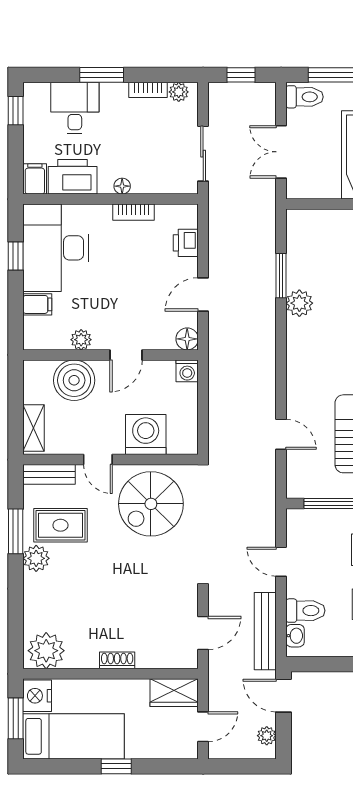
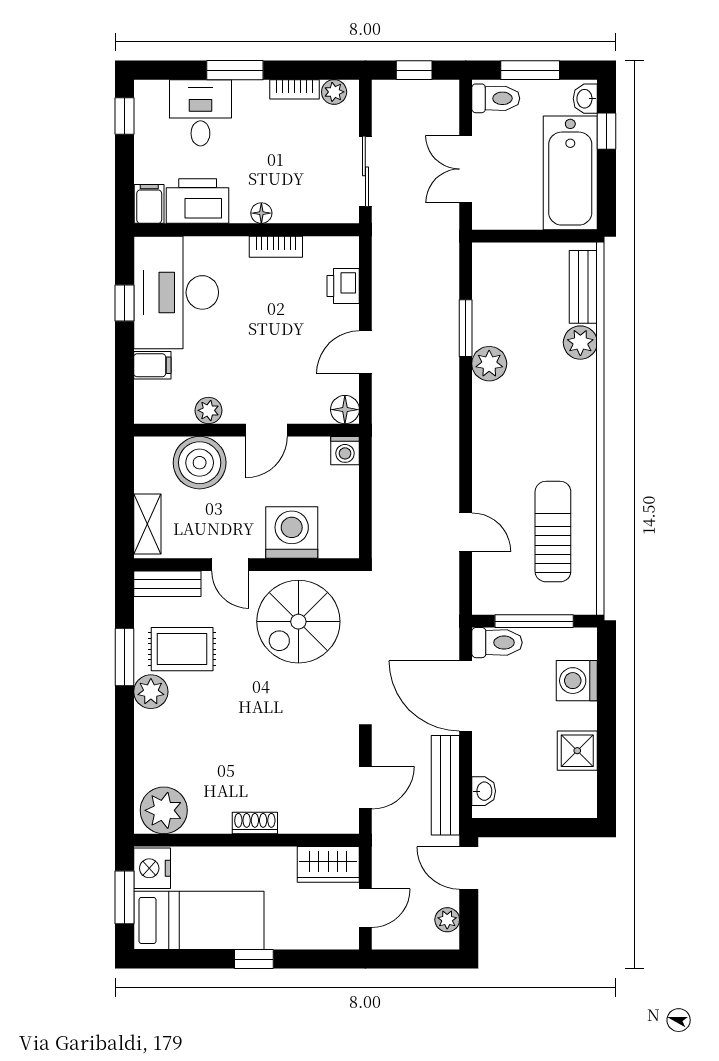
door: (281, 562) -> (466, 696), width x1.88
toilet: (305, 611) -> (497, 643), moved

